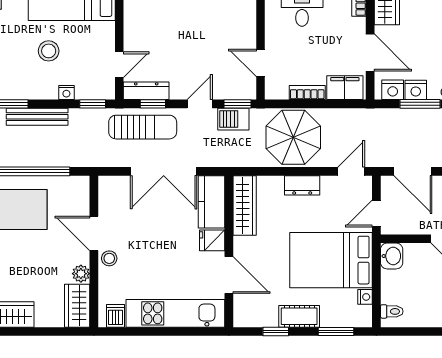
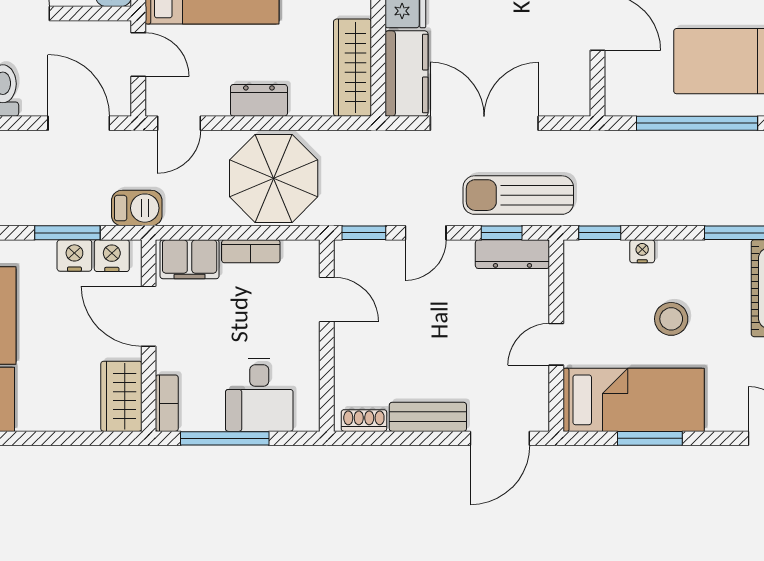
door: (119, 65) -> (556, 344), moved
bench: (37, 117) -> (690, 212), removed
barbecue: (233, 119) -> (137, 208), moved
door: (376, 214) -> (138, 54), hinge flipped

